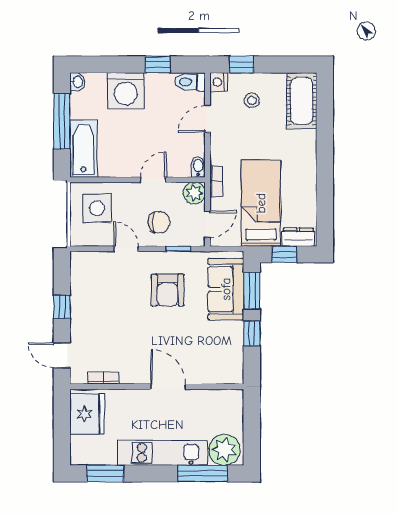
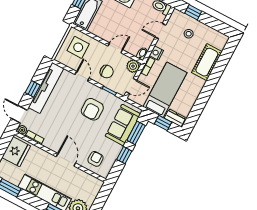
nightstand: (219, 82) -> (156, 53), moved
cot: (302, 101) -> (207, 62), moved
tv unit: (81, 295) -> (46, 88), added
armchair: (212, 362) -> (96, 159), added
plant: (79, 376) -> (22, 130), added

